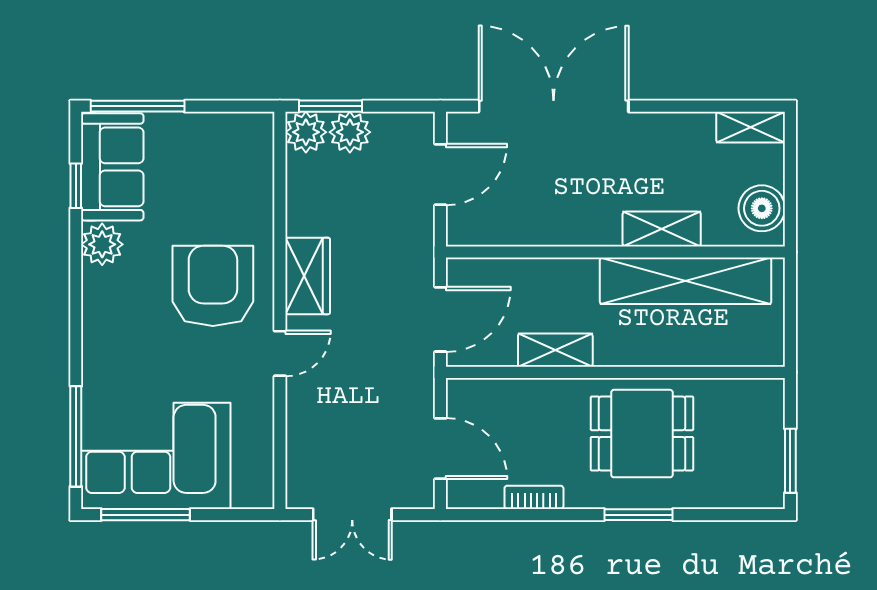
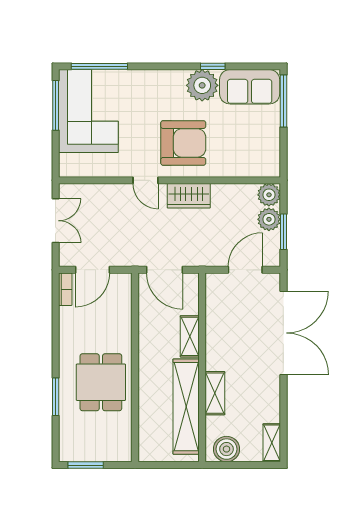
window: (331, 106) -> (283, 232), moved
door: (440, 175) -> (245, 270), swing flipped
window: (76, 186) -> (213, 66), moved
plant: (102, 244) -> (202, 85), width x1.36, depth x1.36
shelving: (555, 350) -> (190, 336), moved
bookcase: (534, 497) -> (65, 289), moved
double door: (352, 515) -> (56, 221), swing flipped
window: (639, 515) -> (56, 397), moved

